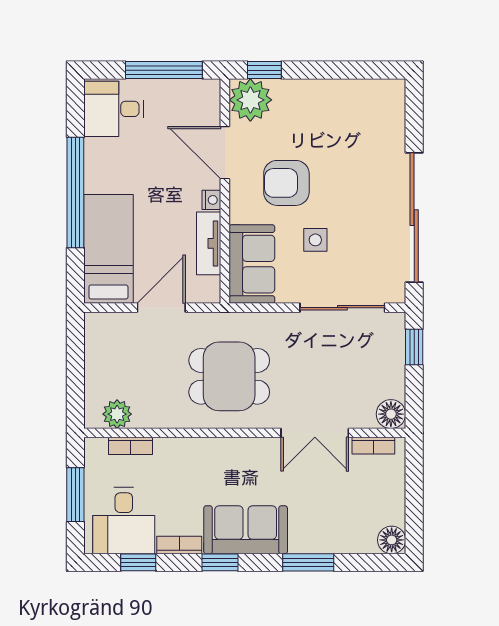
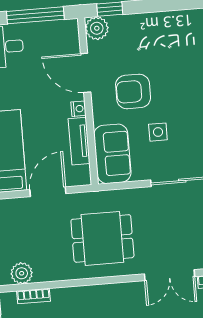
plant: (250, 100) -> (97, 28), width x0.73, depth x0.73

